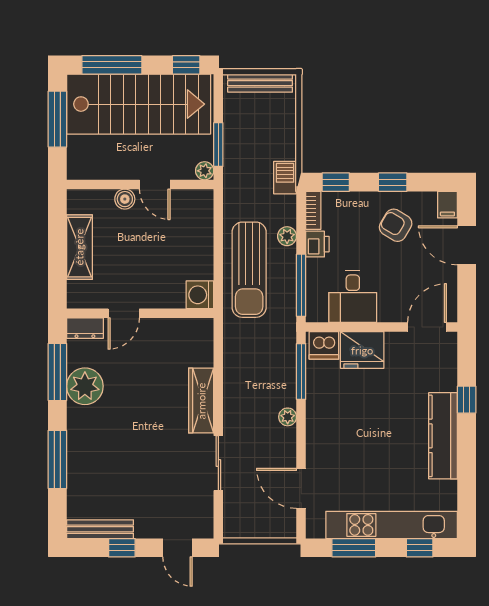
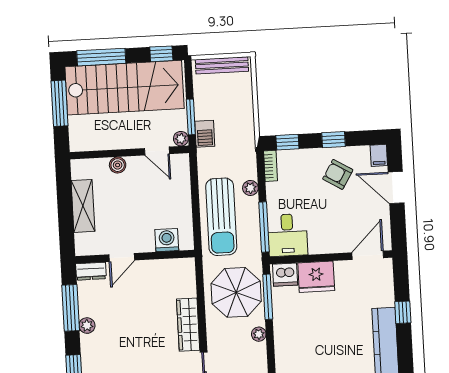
barbecue: (285, 178) -> (205, 134), moved, turned 180
door: (155, 184) -> (157, 151), moved
printer: (317, 244) -> (275, 193), removed
washing machine: (200, 295) -> (167, 240), moved, turned 90
desk: (353, 297) -> (287, 235), moved
parasol: (262, 364) -> (236, 292), added
plant: (85, 386) -> (87, 326), width x0.53, depth x0.53

